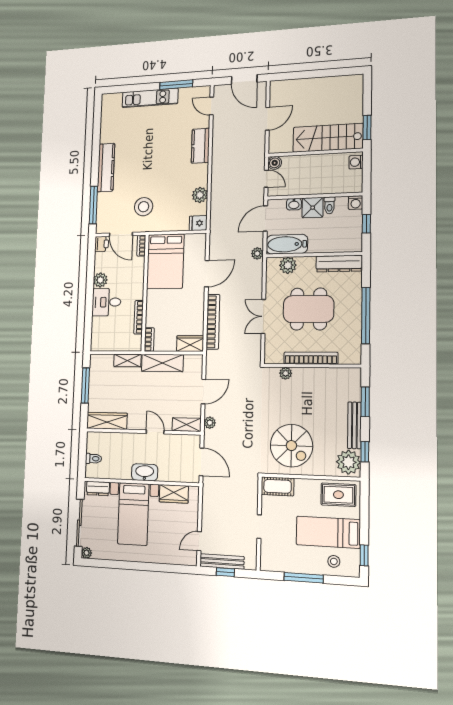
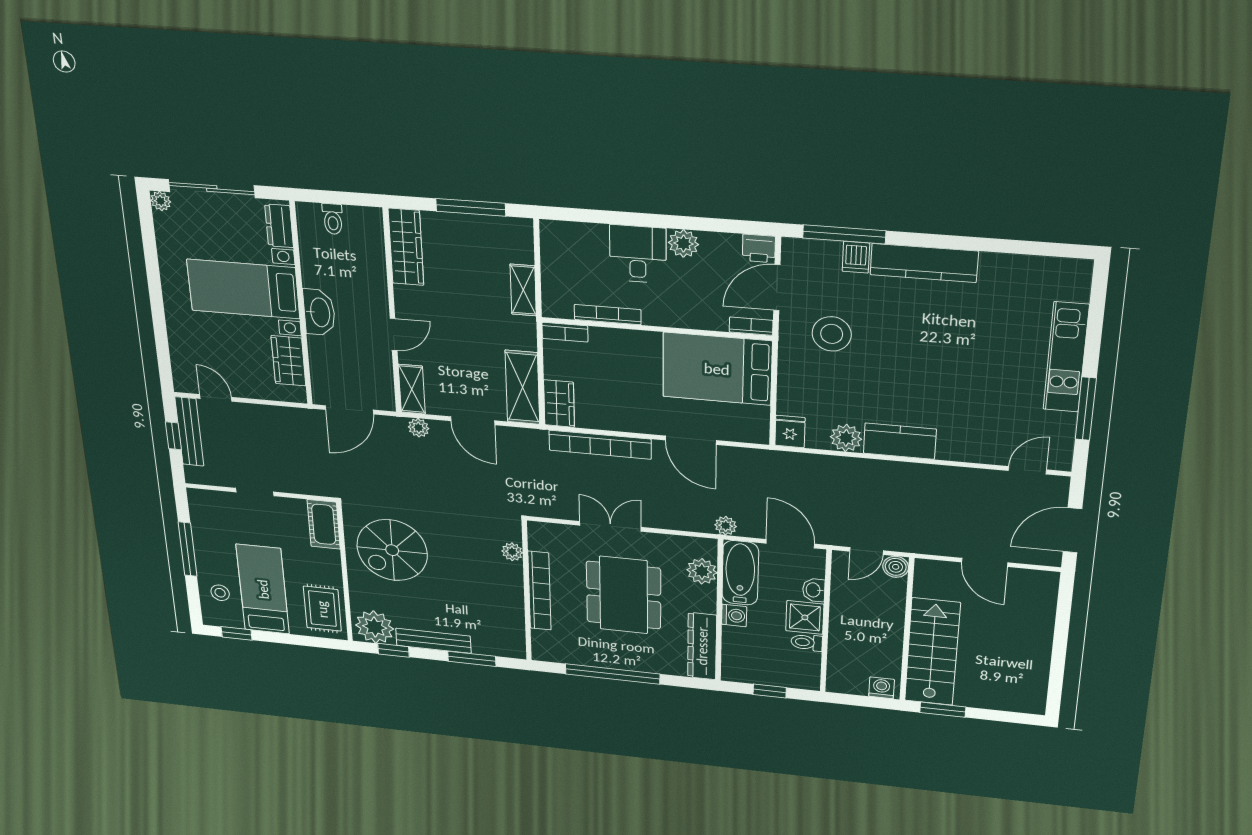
kitchen counter: (200, 146) -> (900, 441), moved
dishwasher: (104, 199) -> (856, 257), added
washing machine: (356, 203) -> (734, 615), moved, turned 180
shelving: (162, 363) -> (522, 387), moved

